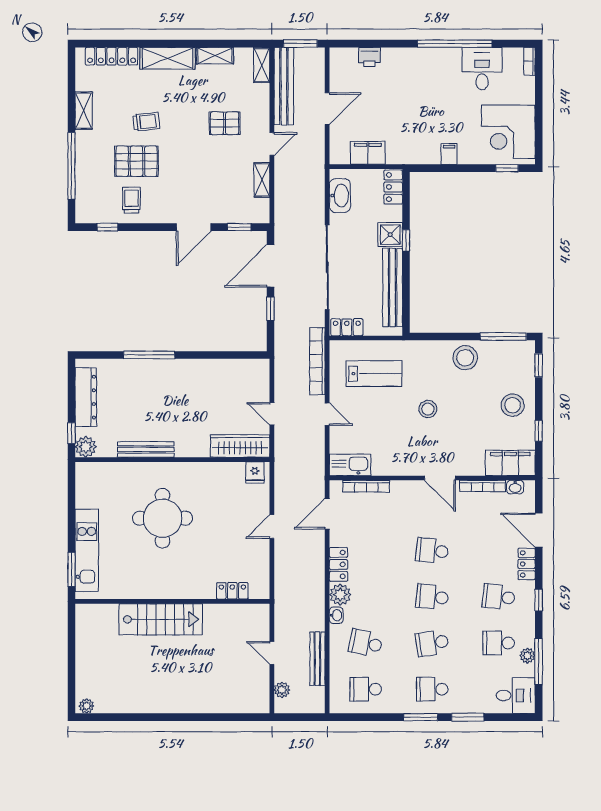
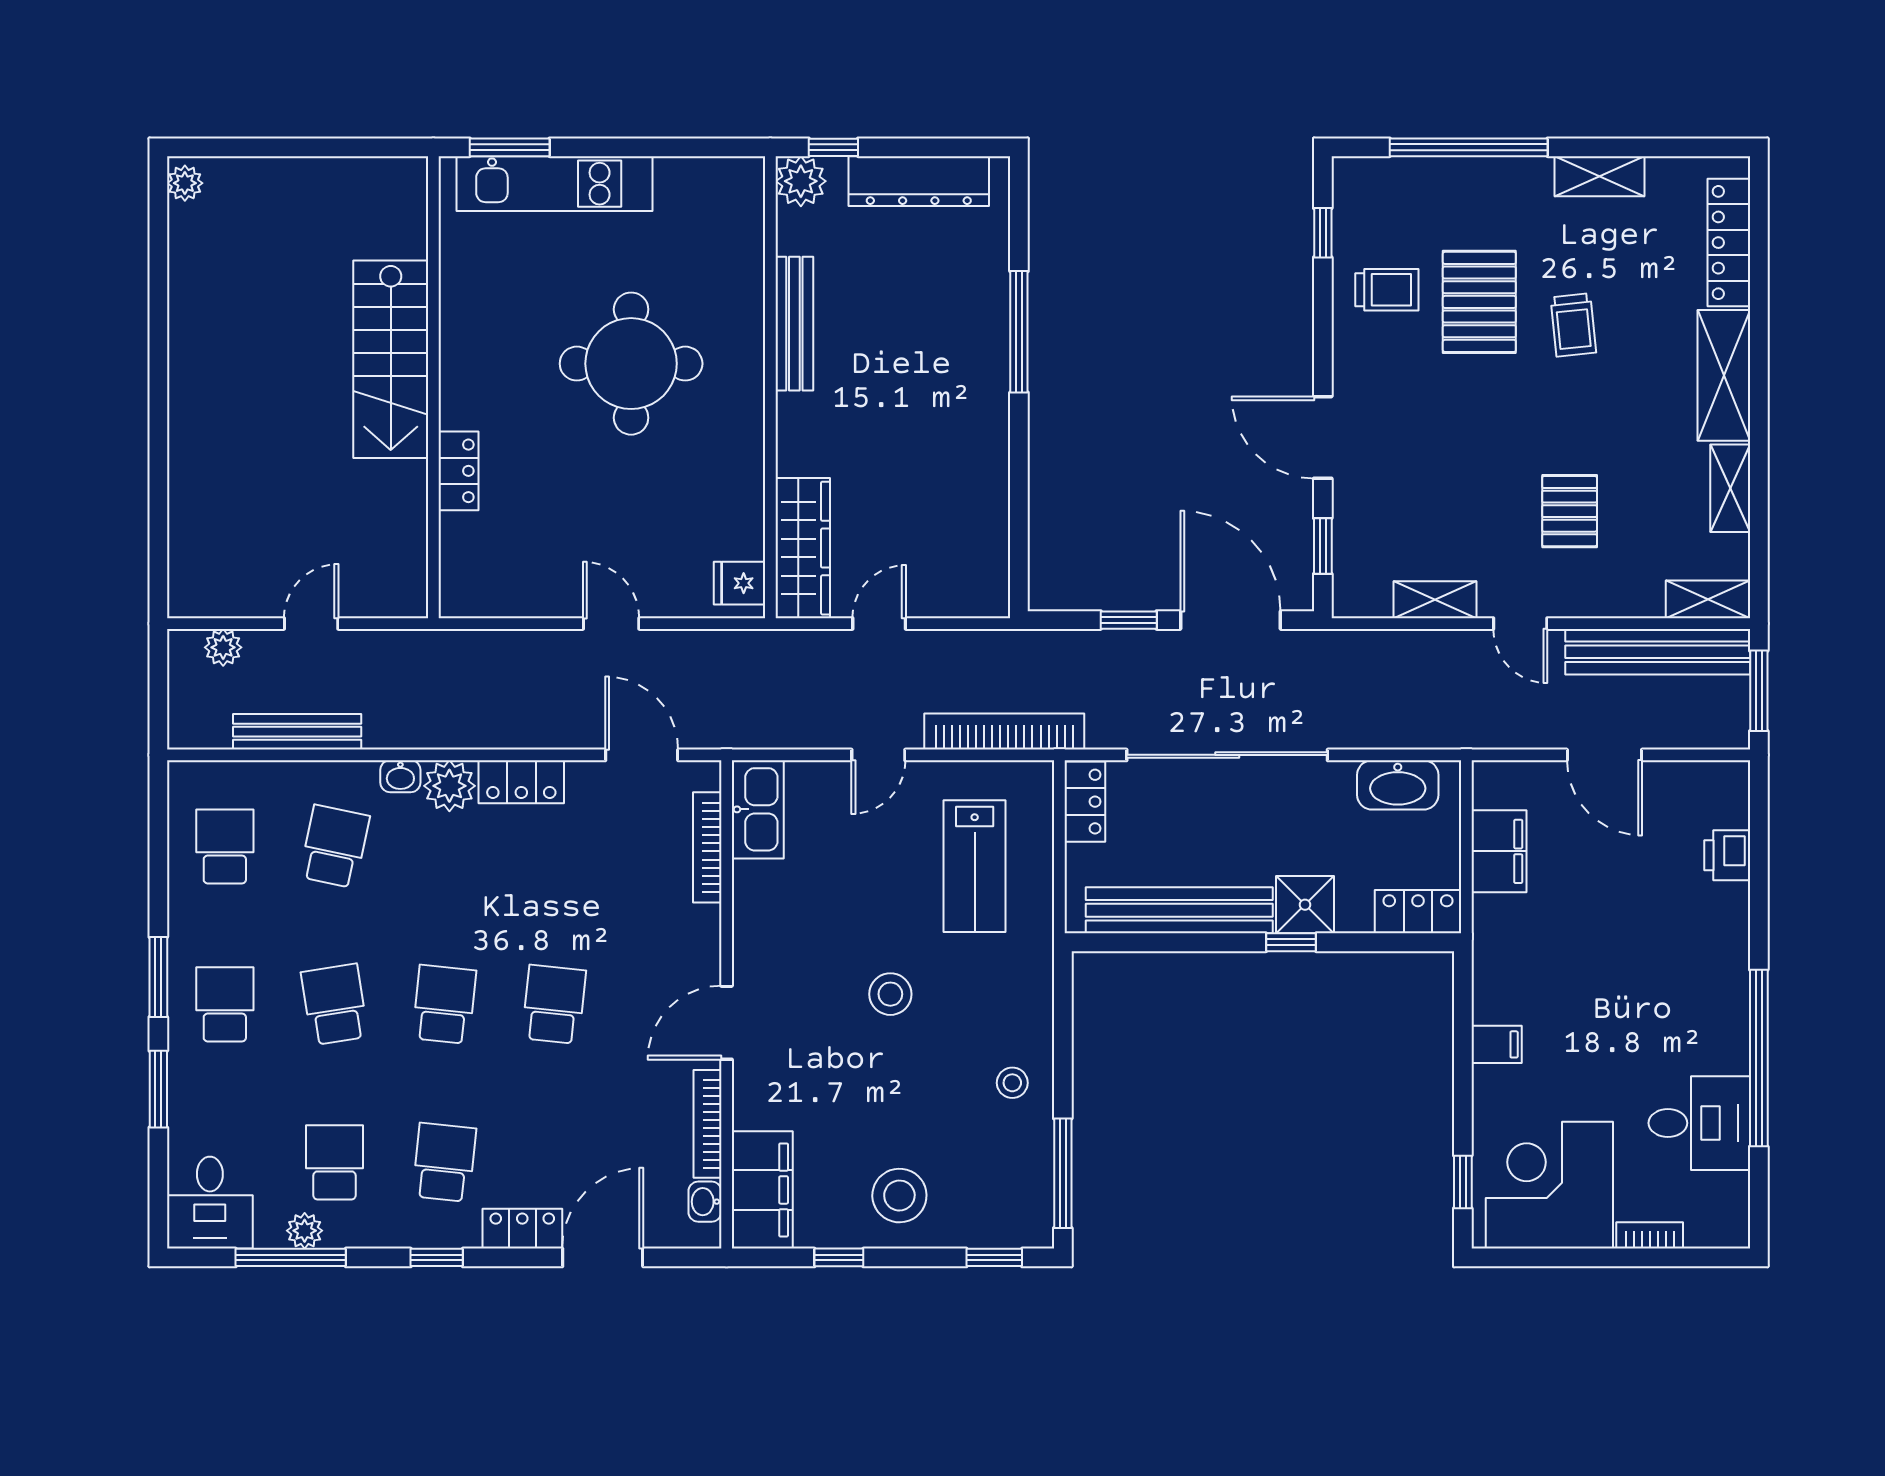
bookcase: (529, 61) -> (1650, 1235), moved
stool: (465, 358) -> (1012, 1083), width x0.53, depth x0.53
locker: (232, 591) -> (458, 471), moved

